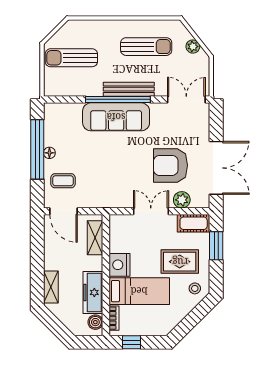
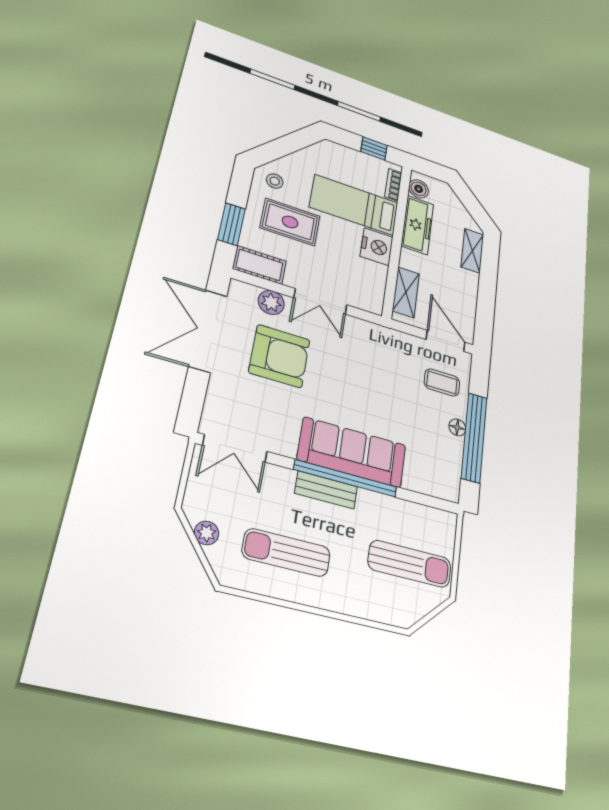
bench: (129, 89) -> (326, 490), width x0.73

